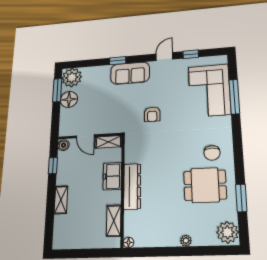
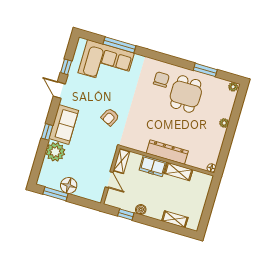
plant: (72, 78) -> (55, 152), moved
armchair: (152, 114) -> (110, 117), turned 116
door: (85, 136) -> (109, 180), hinge flipped
boiler: (63, 145) -> (141, 210), moved
chair: (212, 153) -> (161, 80), turned -90
shelving: (61, 200) -> (175, 219), moved
shelving: (114, 221) -> (179, 172), moved
plant: (227, 232) -> (233, 87), width x0.53, depth x0.53

